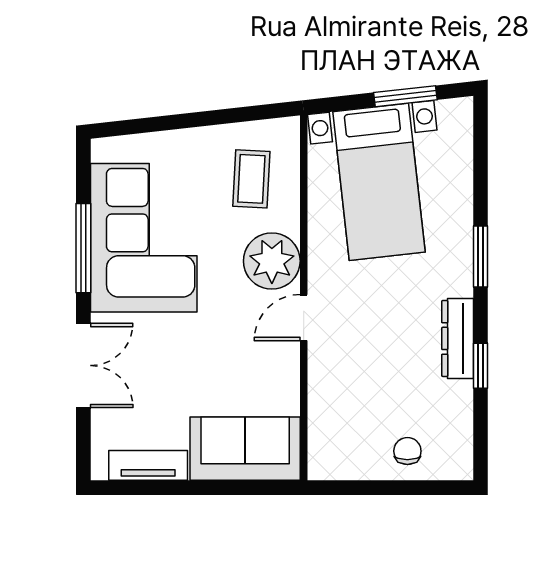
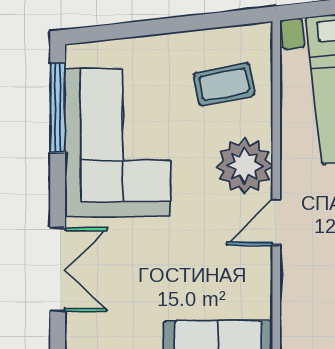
coffee table: (251, 179) -> (224, 84), turned 76
window: (83, 248) -> (58, 108), moved

